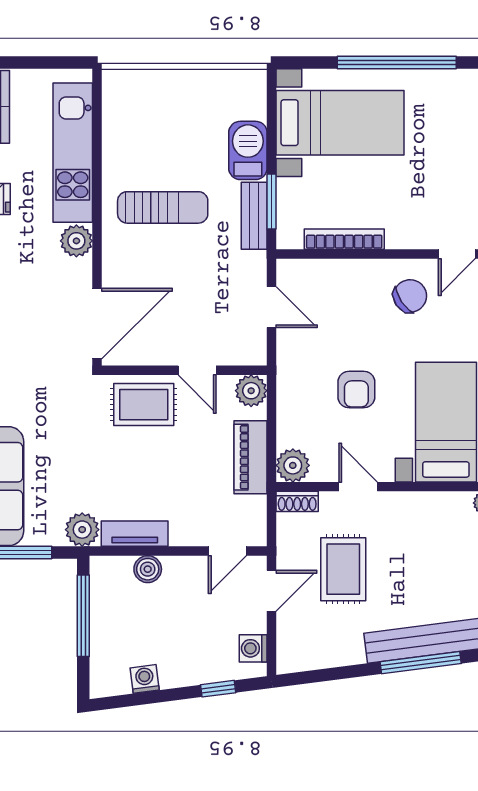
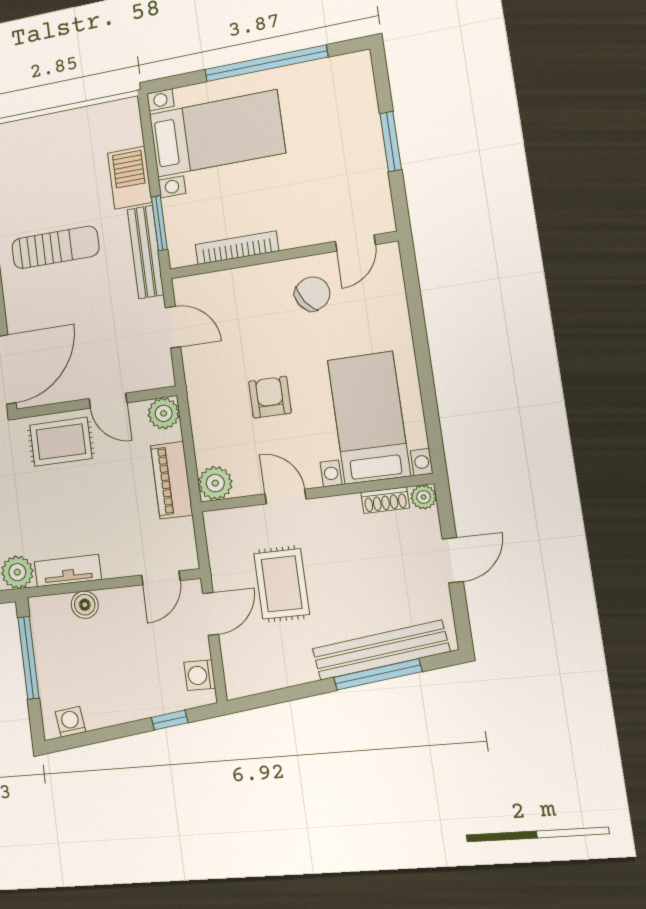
bench: (254, 216) -> (146, 252), width x1.36
armchair: (356, 390) -> (270, 397), turned 180
shoe rack: (297, 501) -> (385, 500), moved
washing machine: (145, 679) -> (70, 722), moved

